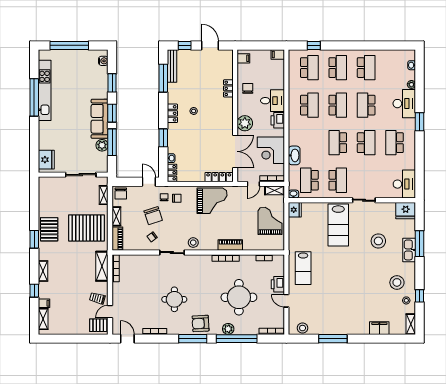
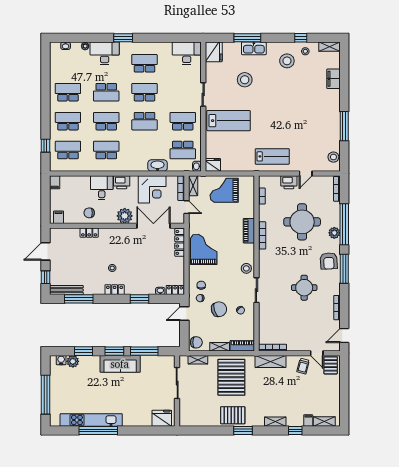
school desk: (394, 143) -> (144, 63), turned 180
plant: (102, 145) -> (73, 361), moved

